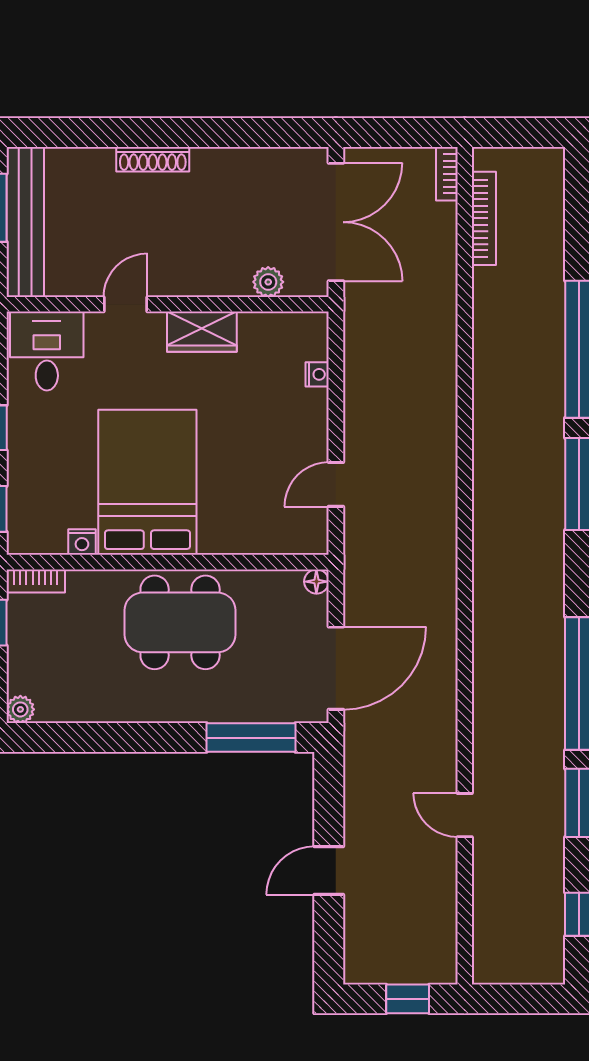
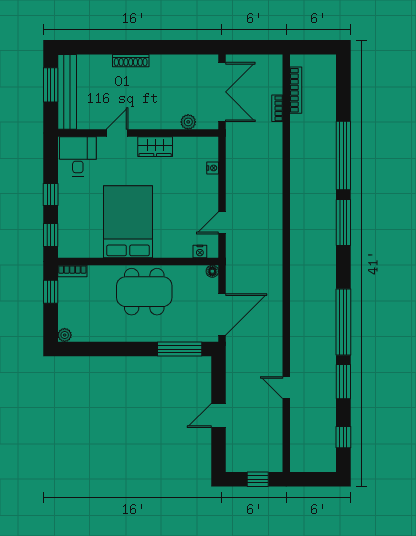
bookcase: (447, 174) -> (277, 108), moved
nightstand: (82, 542) -> (200, 252), moved

